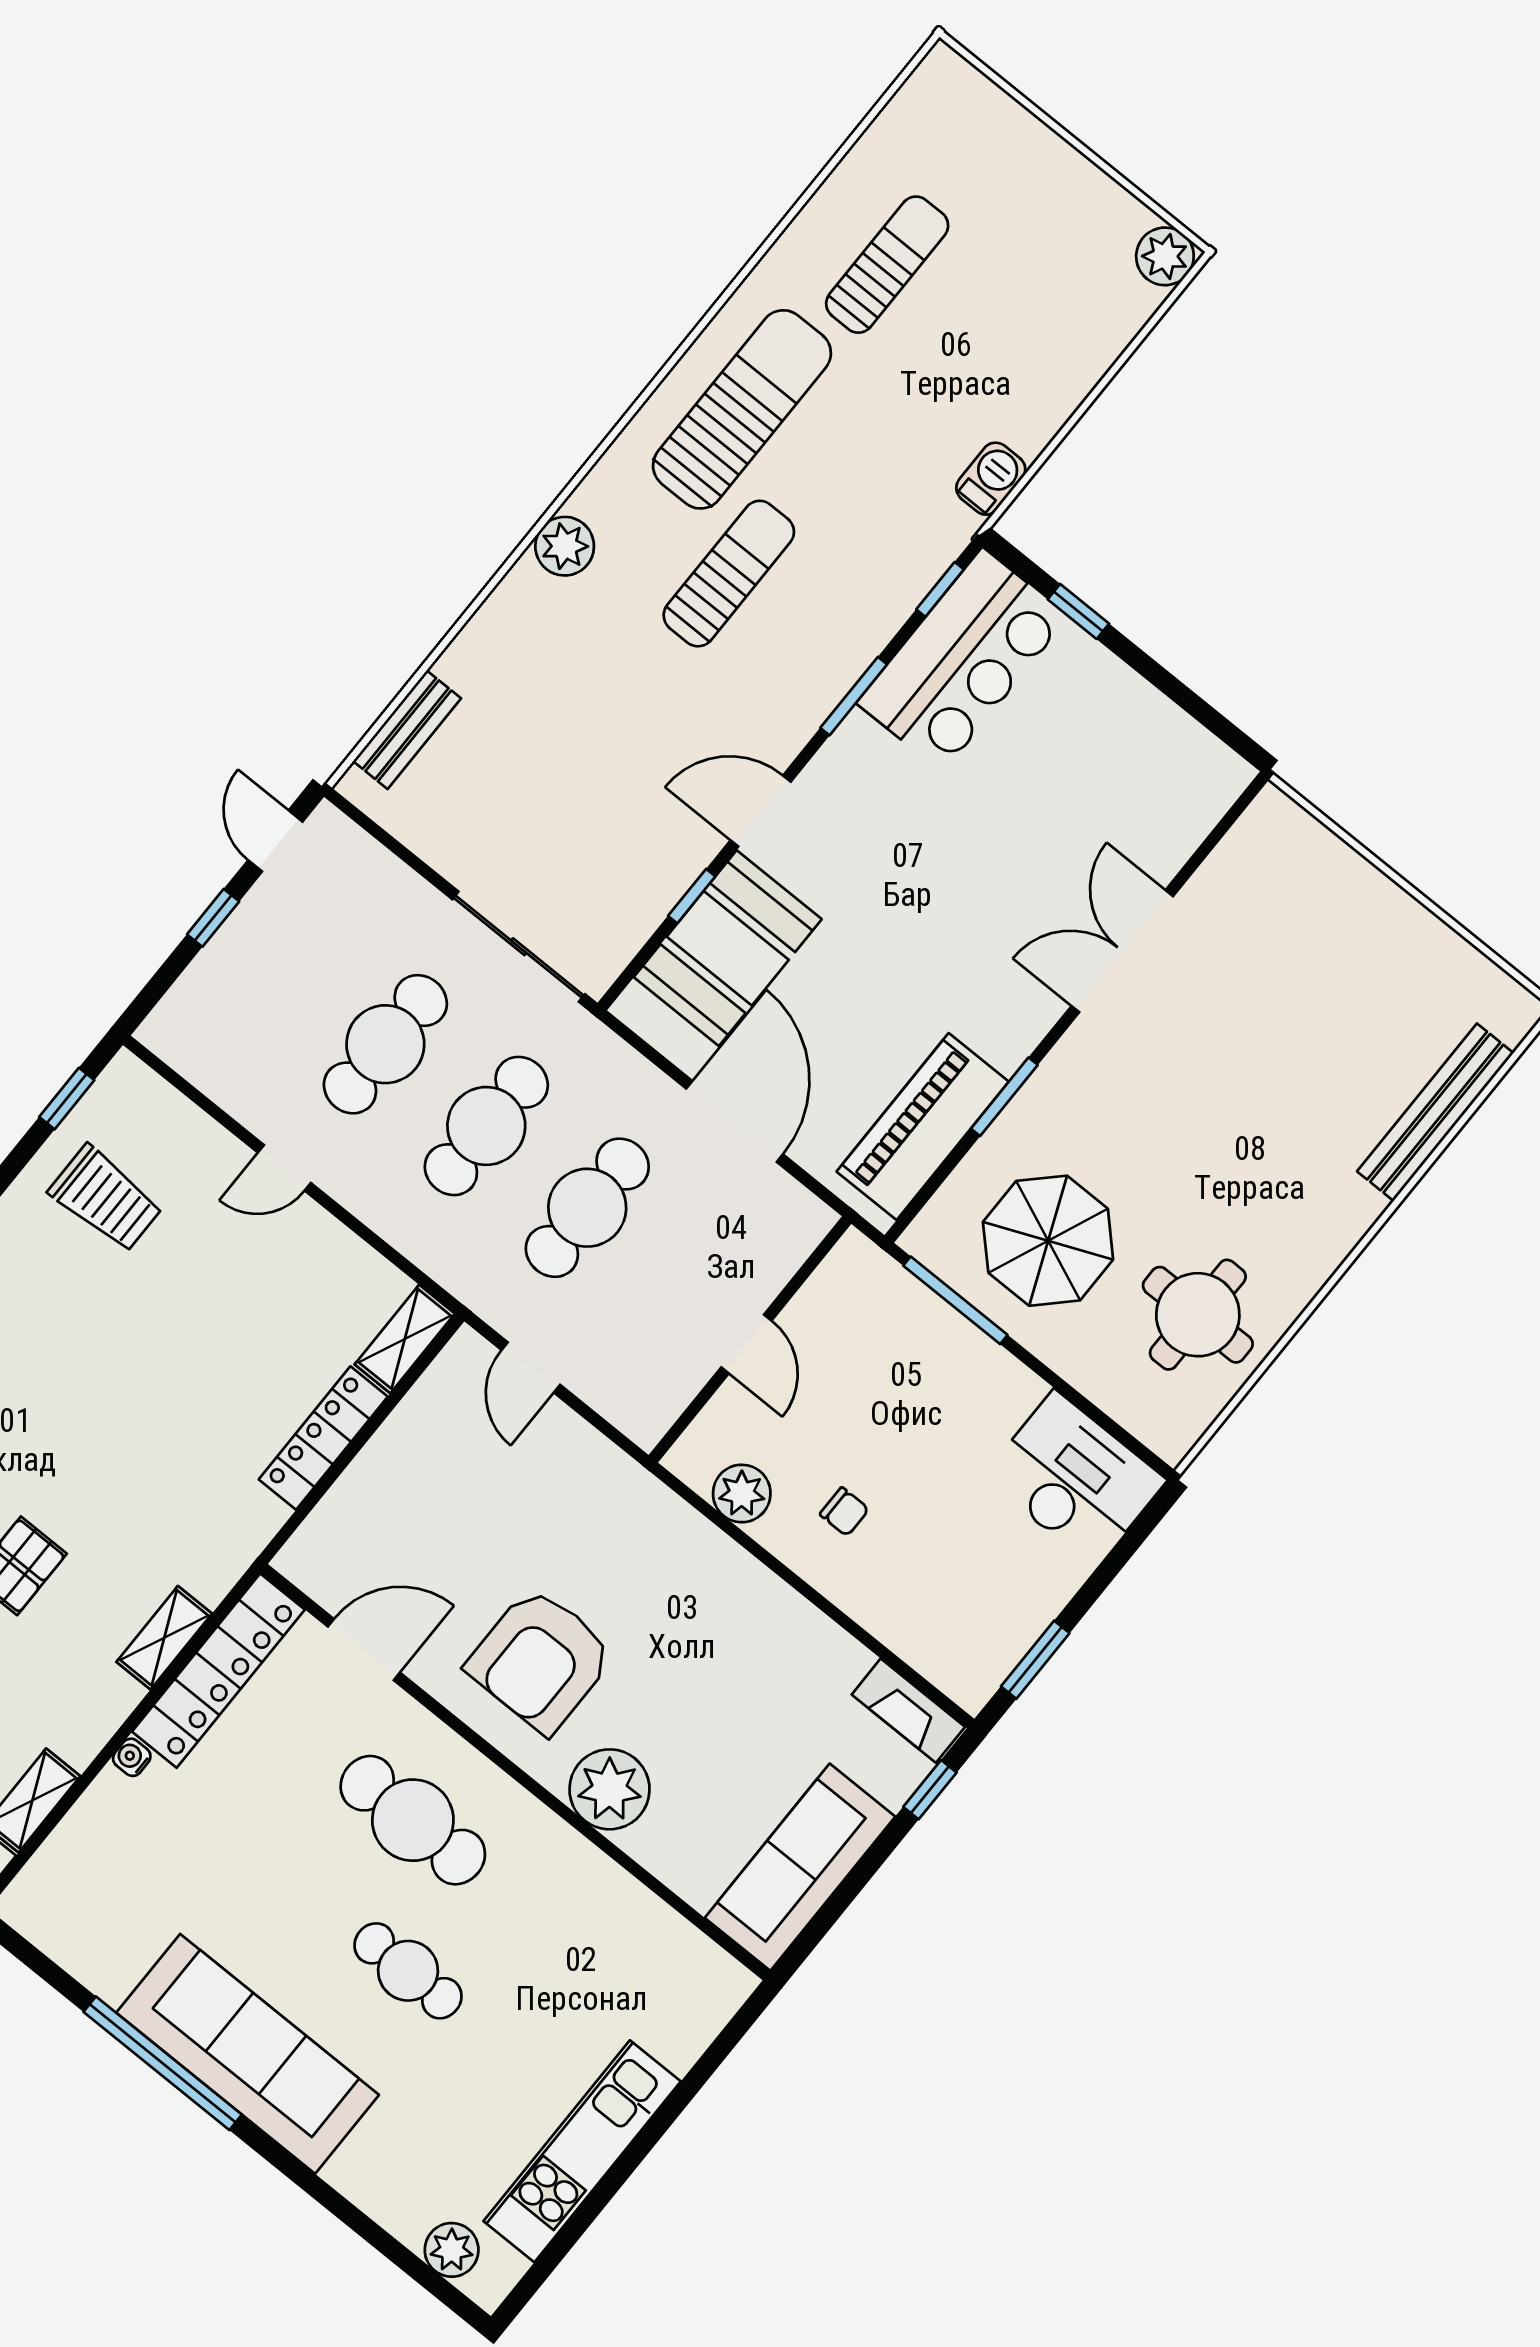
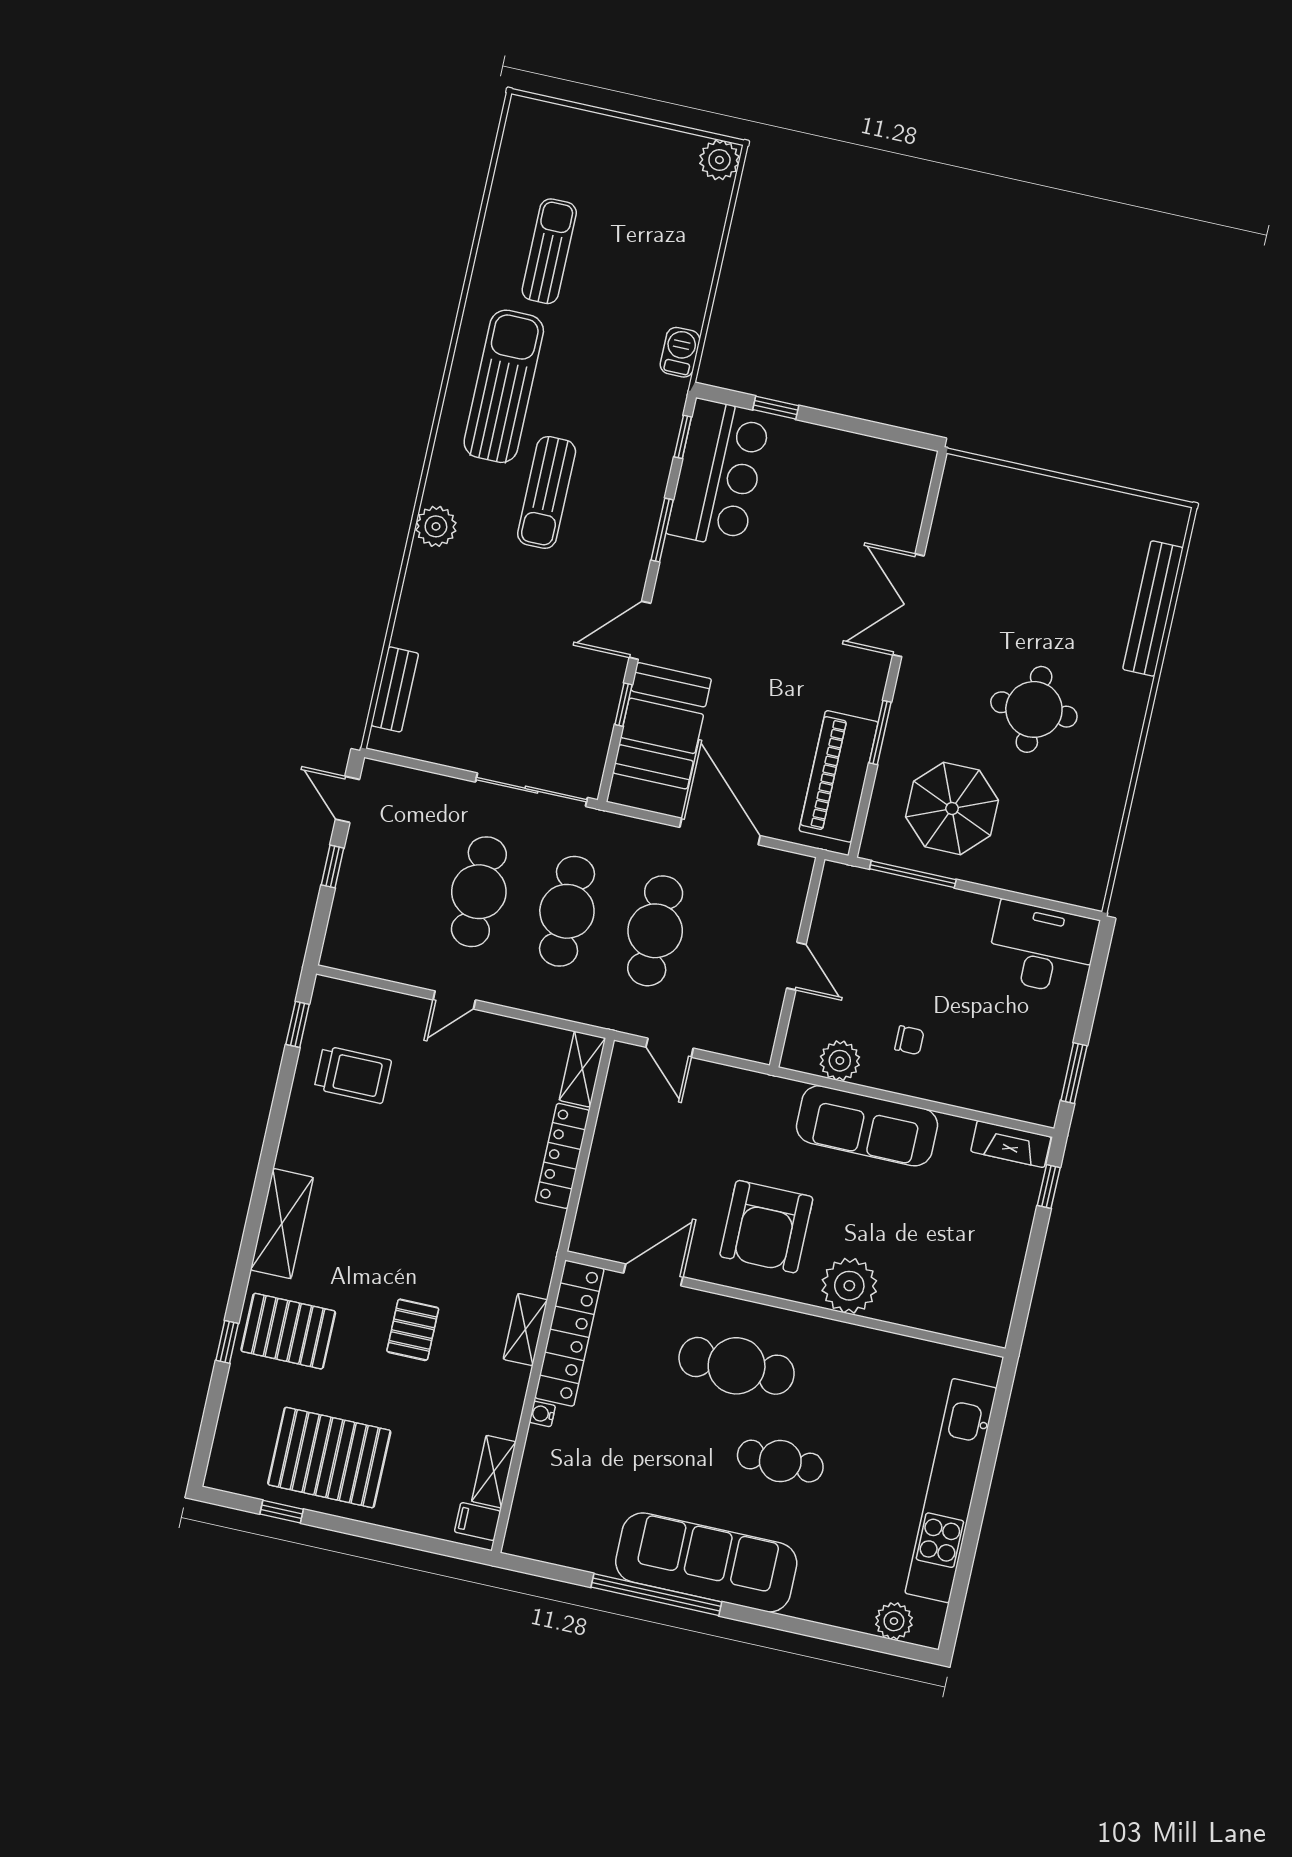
sun lounger: (729, 574) -> (547, 492), turned 180
round table: (1198, 1315) -> (1034, 709), moved
sofa: (800, 1867) -> (867, 1126), moved, turned -90
kitchen unit: (582, 2151) -> (951, 1491), width x1.36

